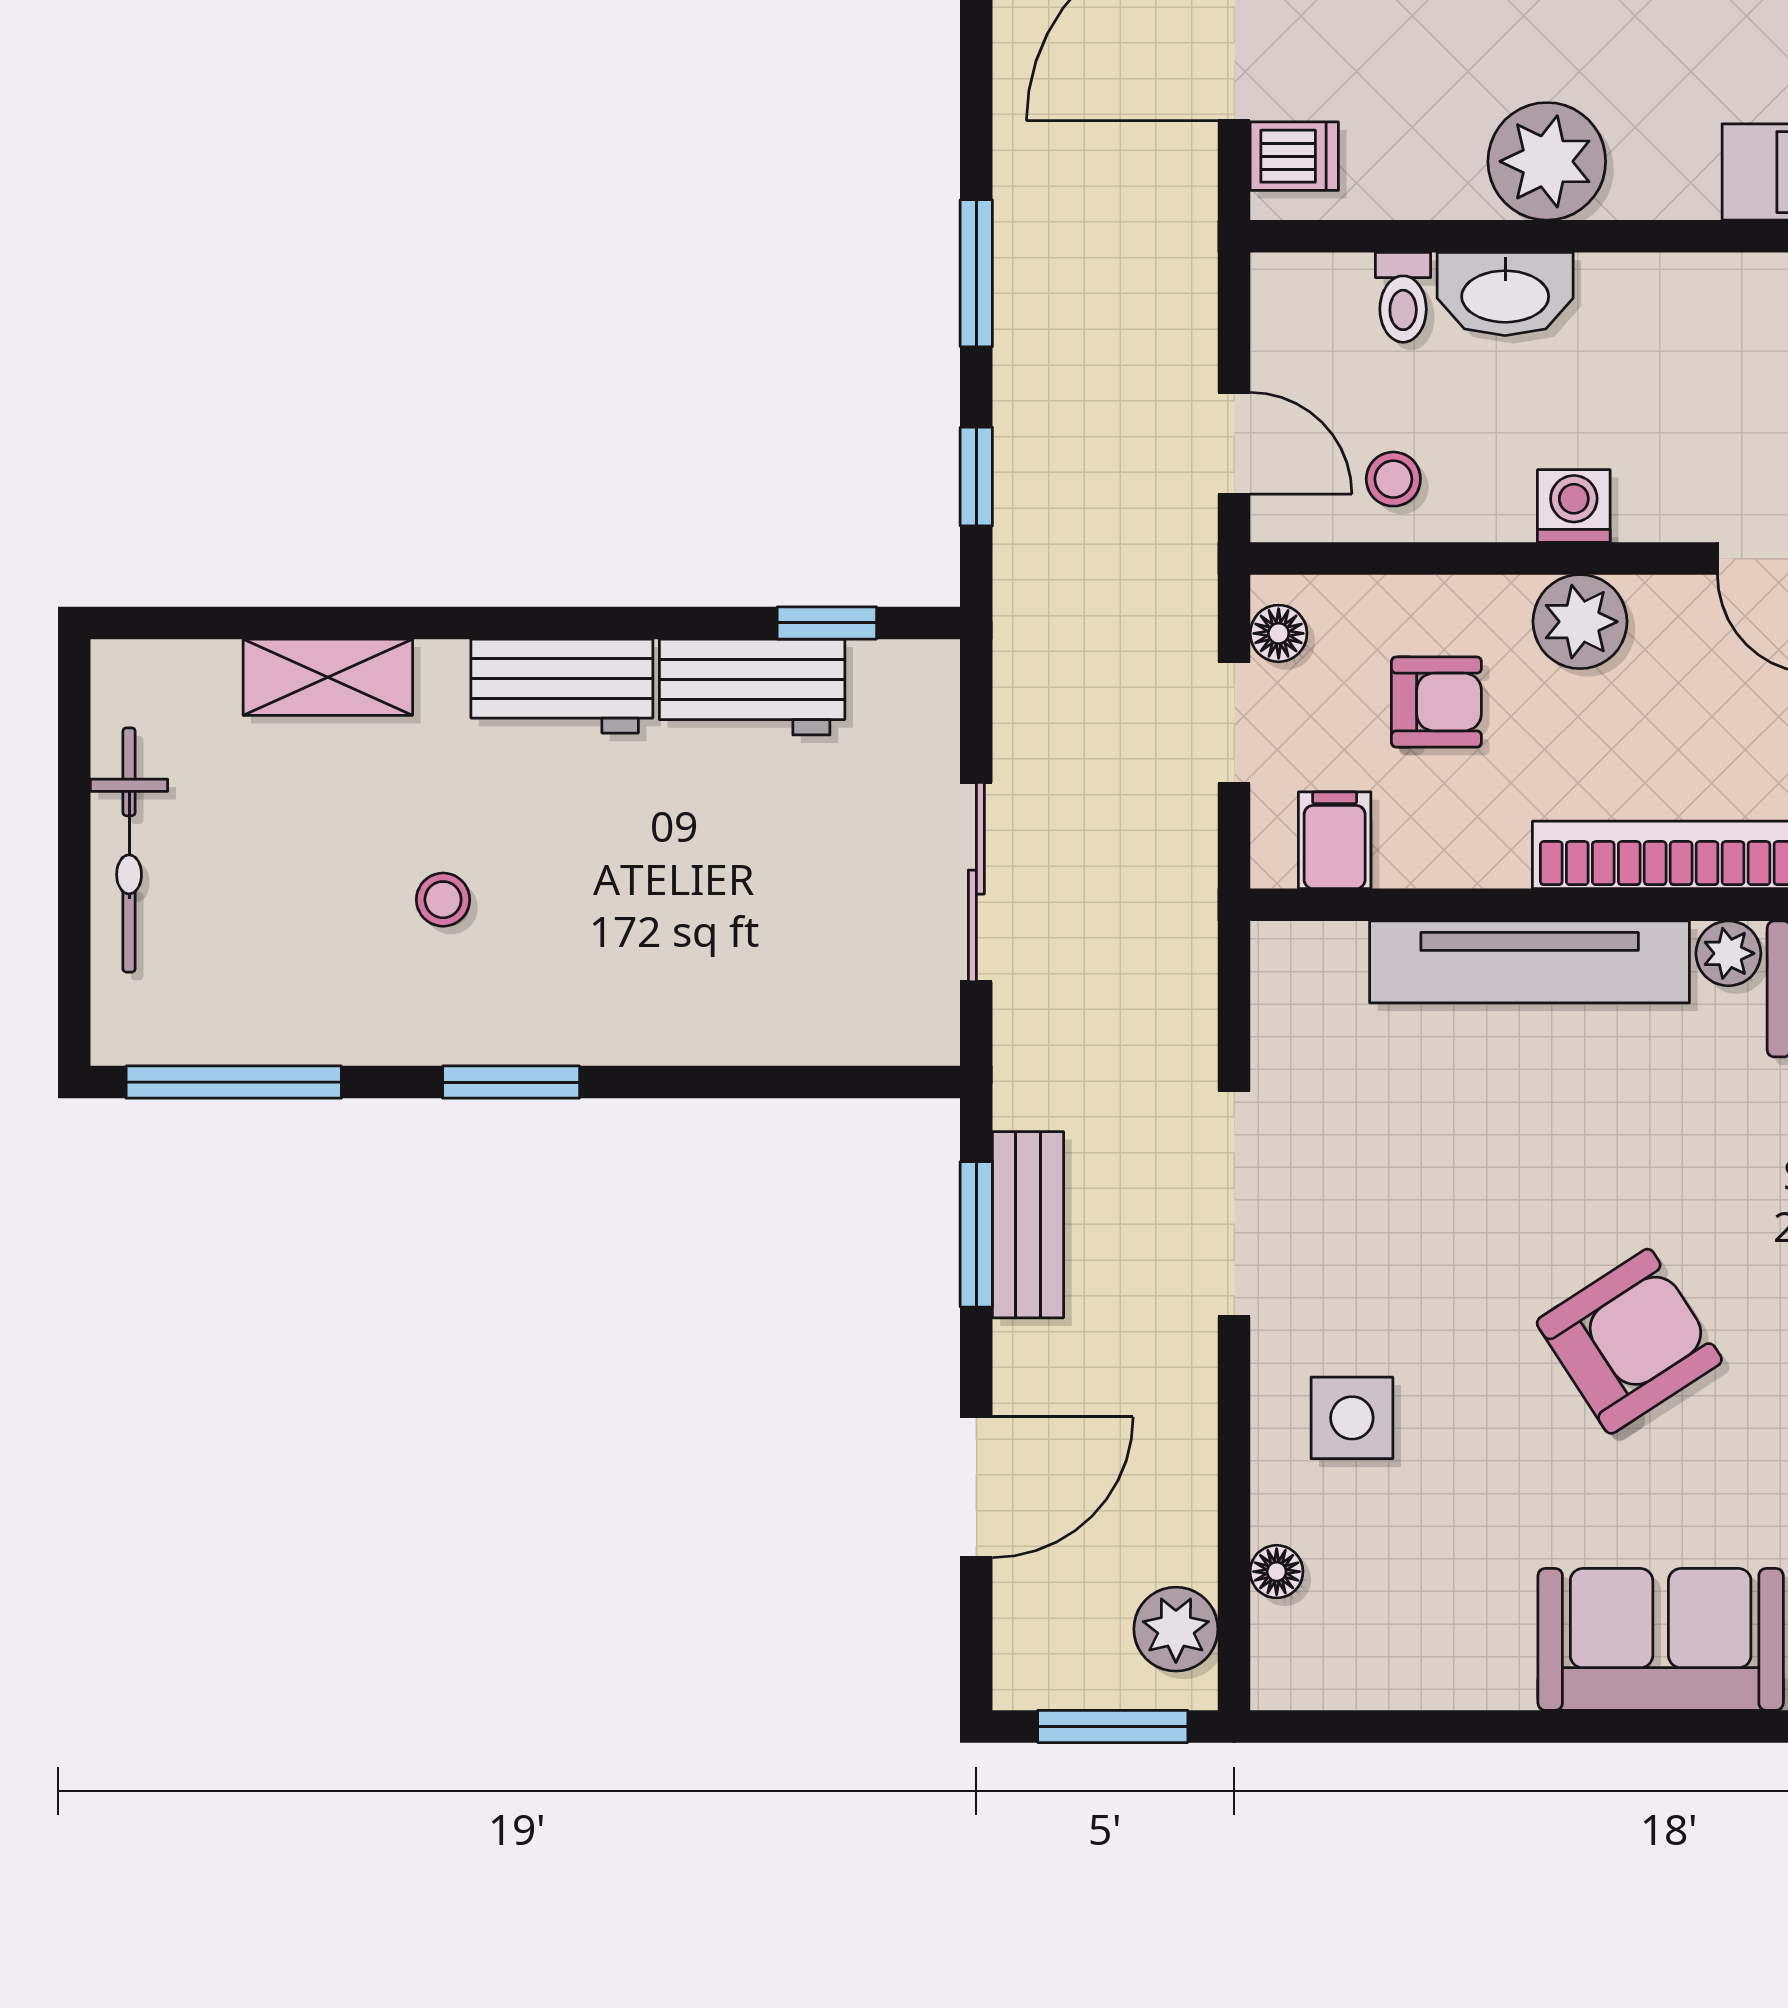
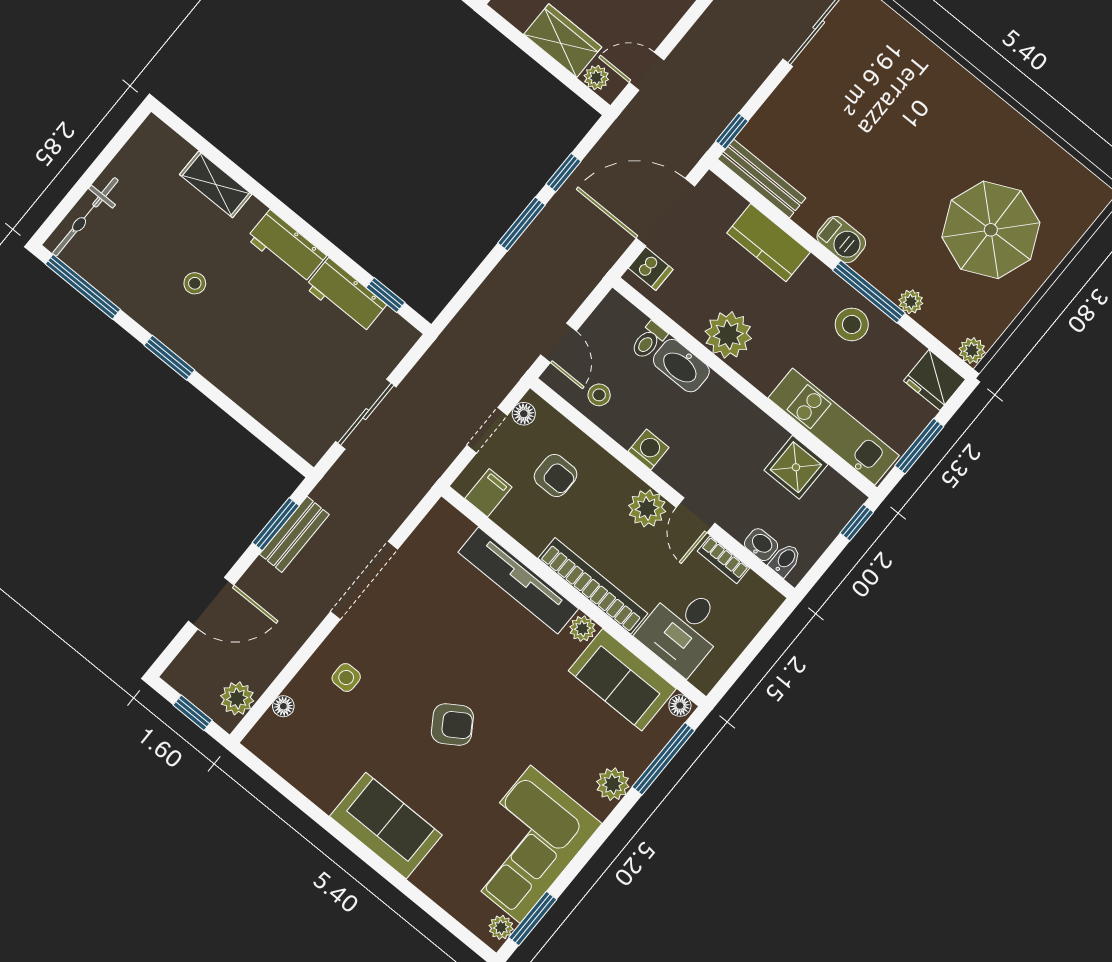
window: (976, 477) -> (563, 173), moved
plant: (1580, 622) -> (647, 508), moved
bicycle: (129, 850) -> (85, 217), moved
armchair: (1629, 1341) -> (452, 724), width x0.72, depth x0.72
side table: (1352, 1418) -> (346, 678), width x0.73, depth x0.73
window: (1113, 1726) -> (193, 713), width x0.67

